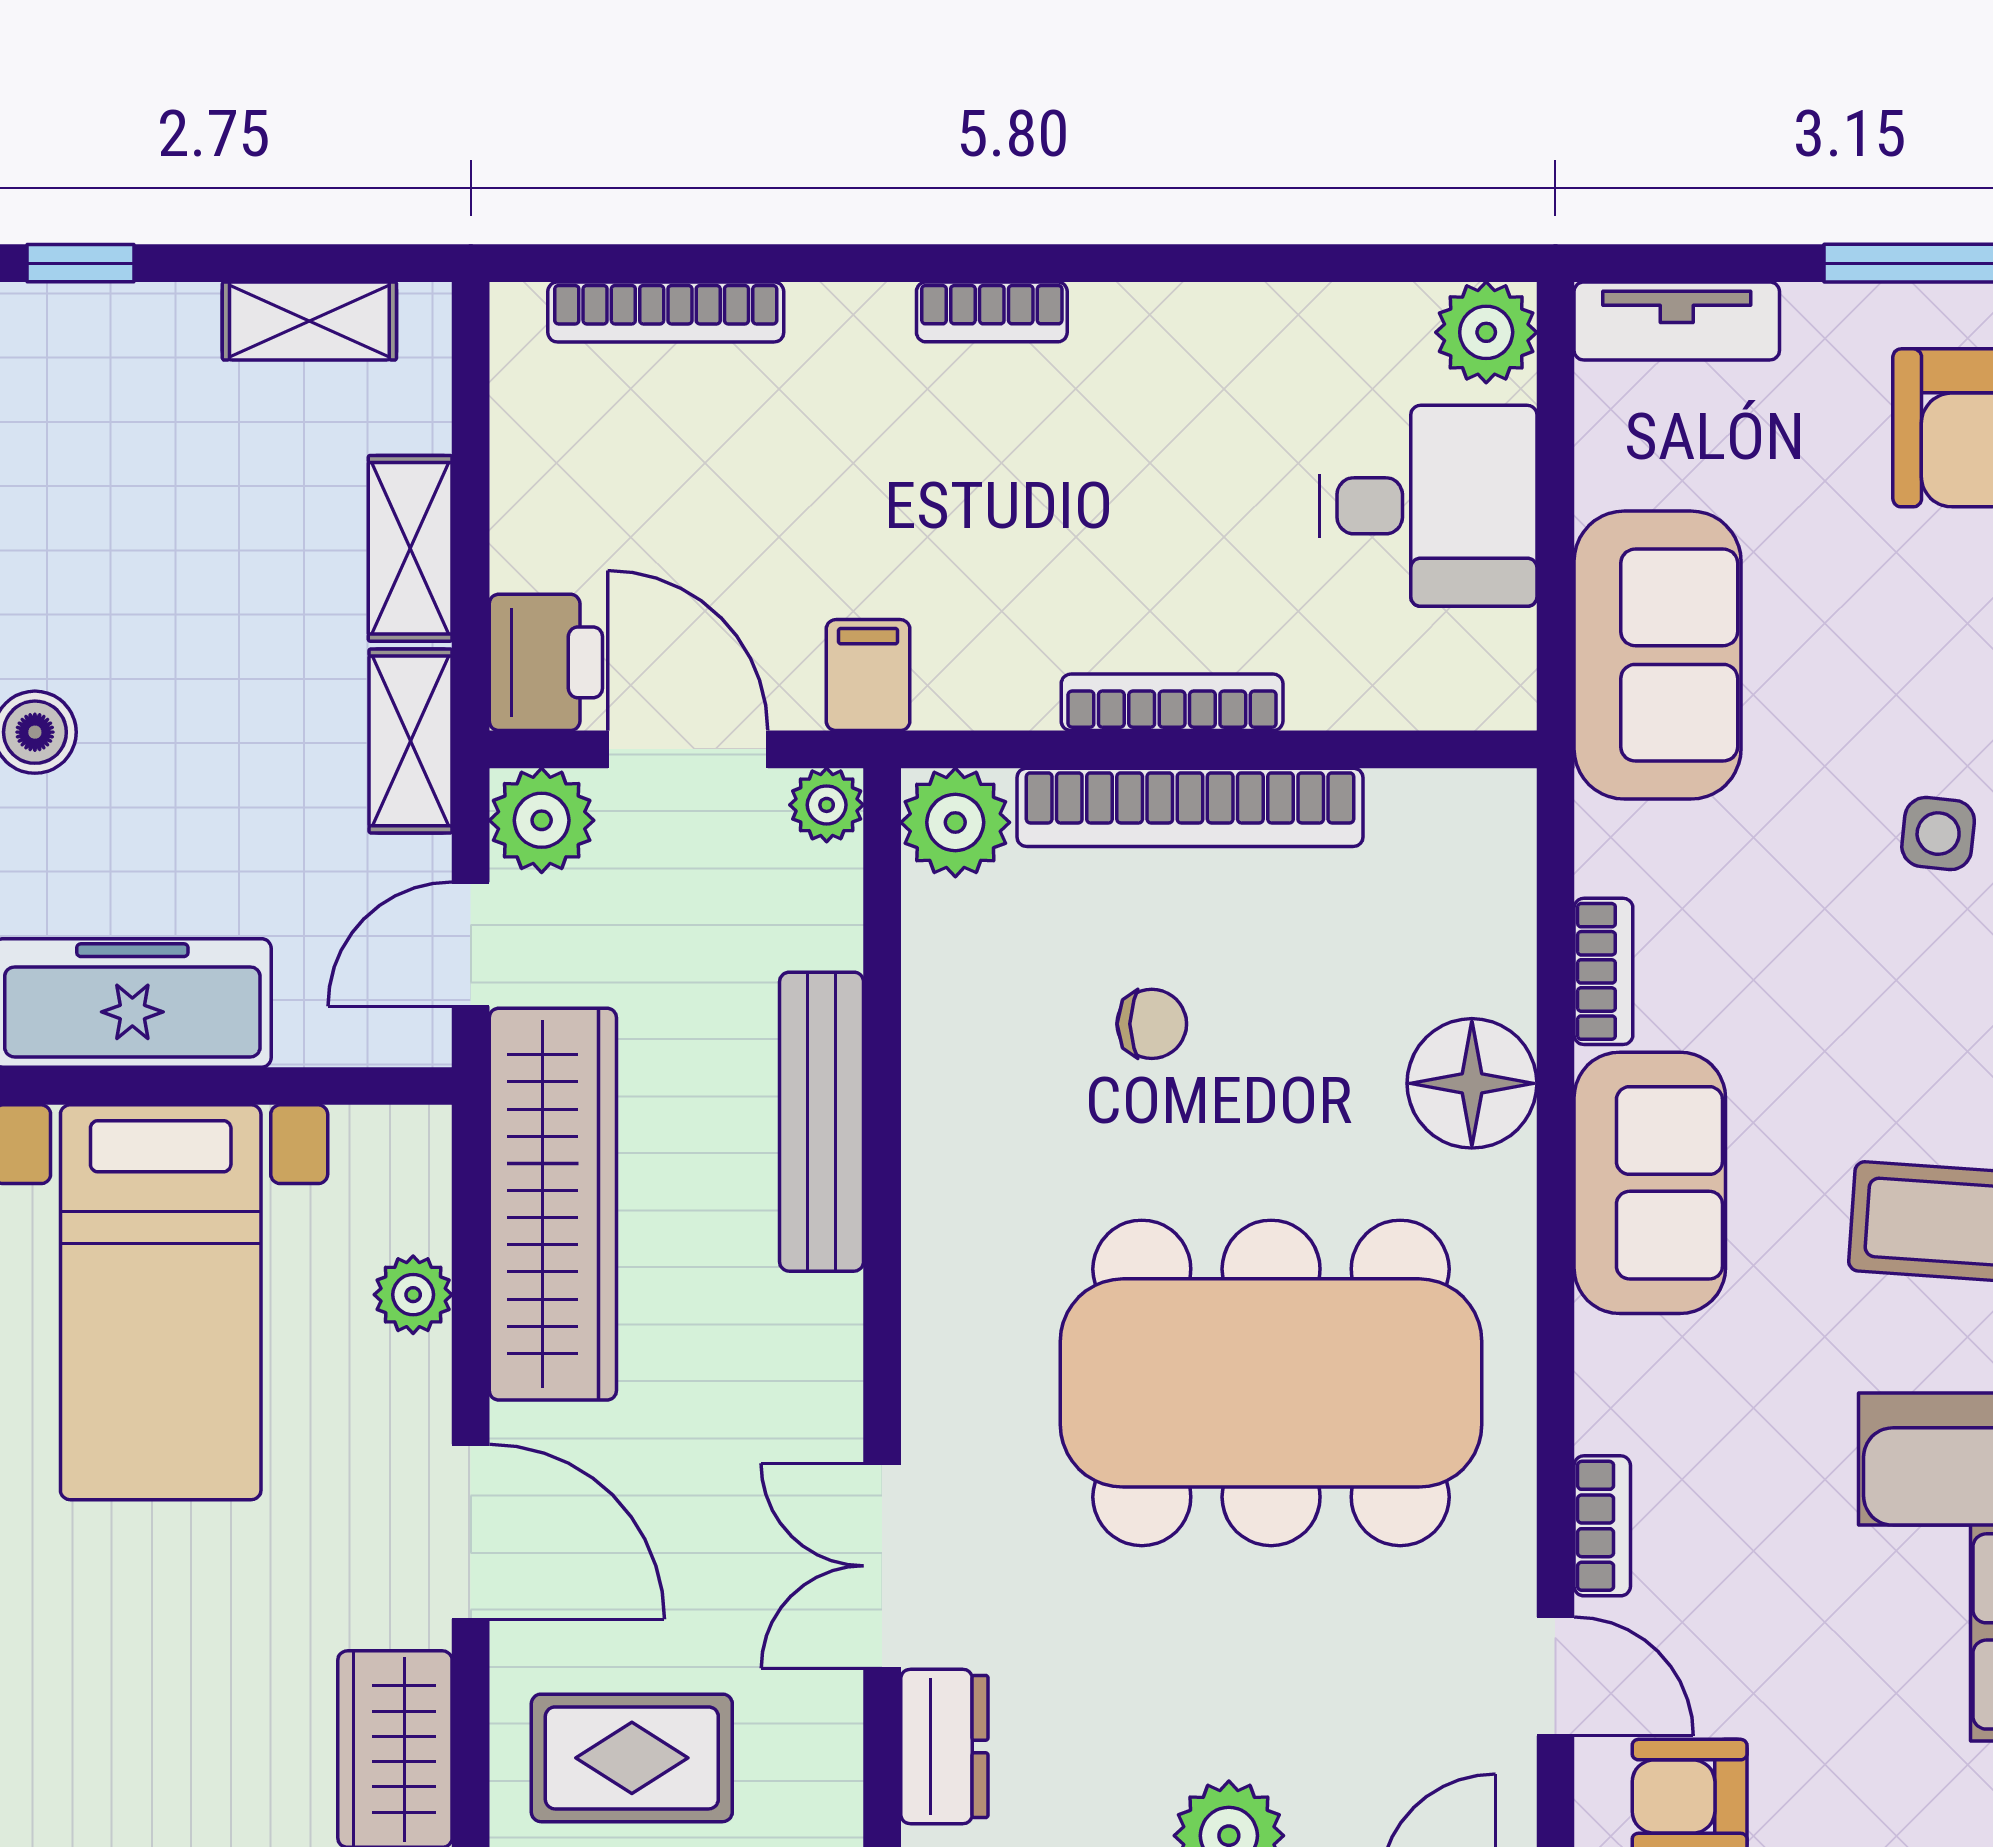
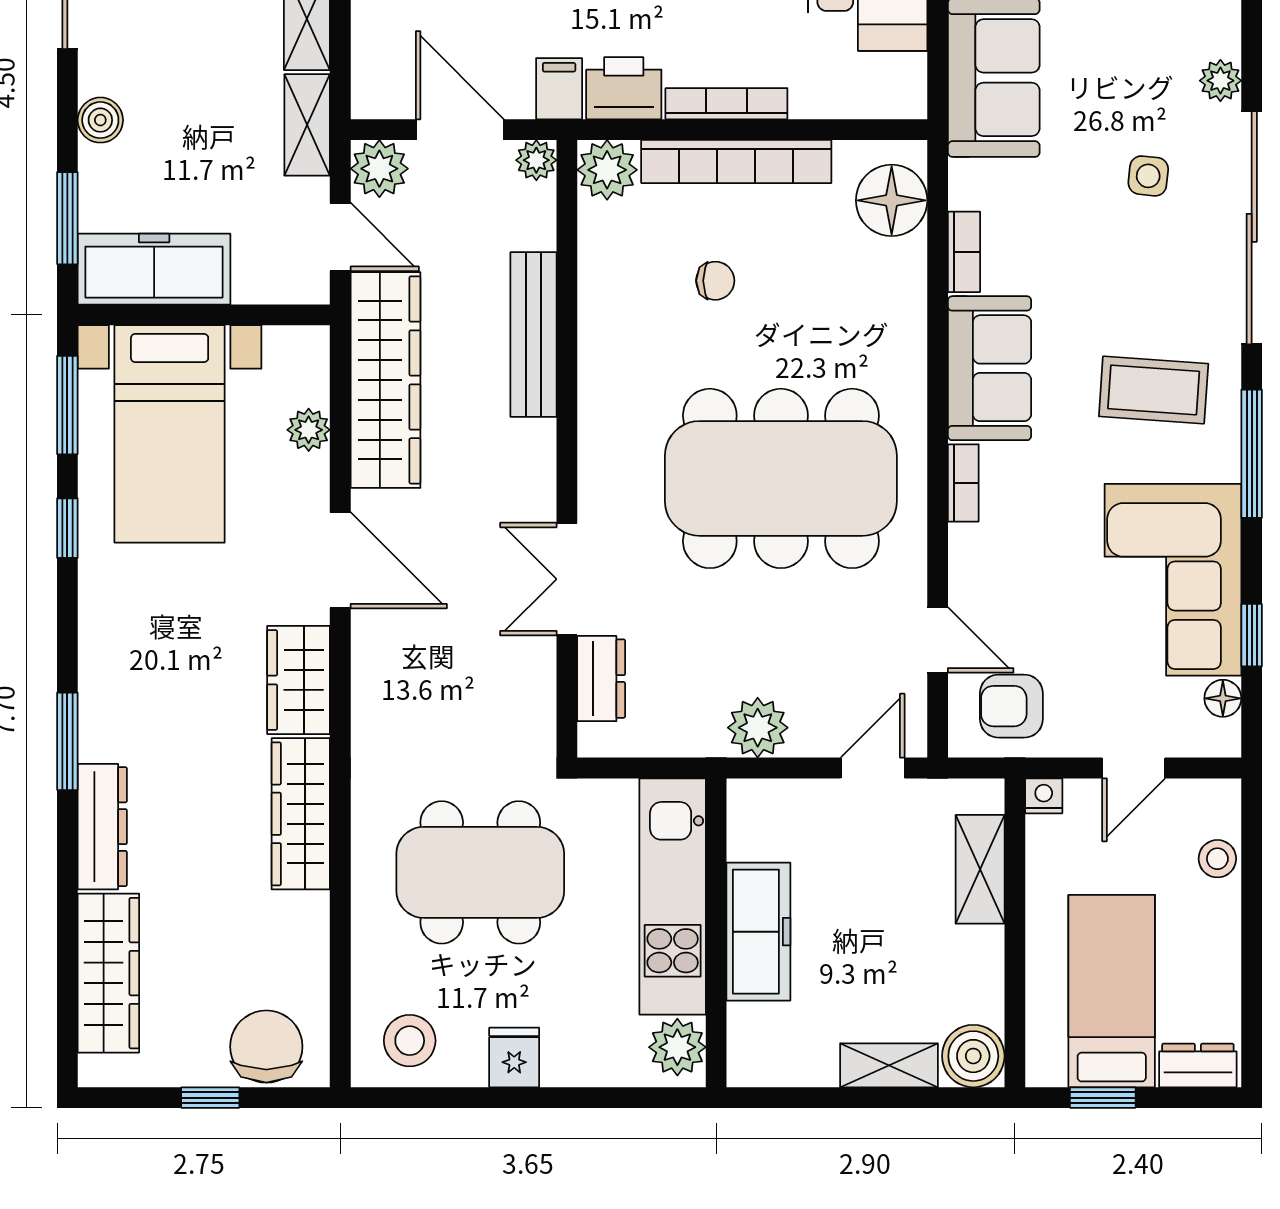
printer: (546, 662) -> (624, 88), moved, turned -90
door: (471, 944) -> (340, 237), swing flipped
floor lamp: (1472, 1083) -> (892, 200), moved
bookcase: (1602, 1526) -> (963, 483), moved
rug: (632, 1758) -> (429, 685), removed

